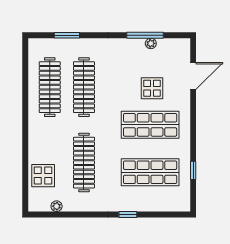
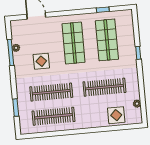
display table: (152, 88) -> (41, 61), moved

